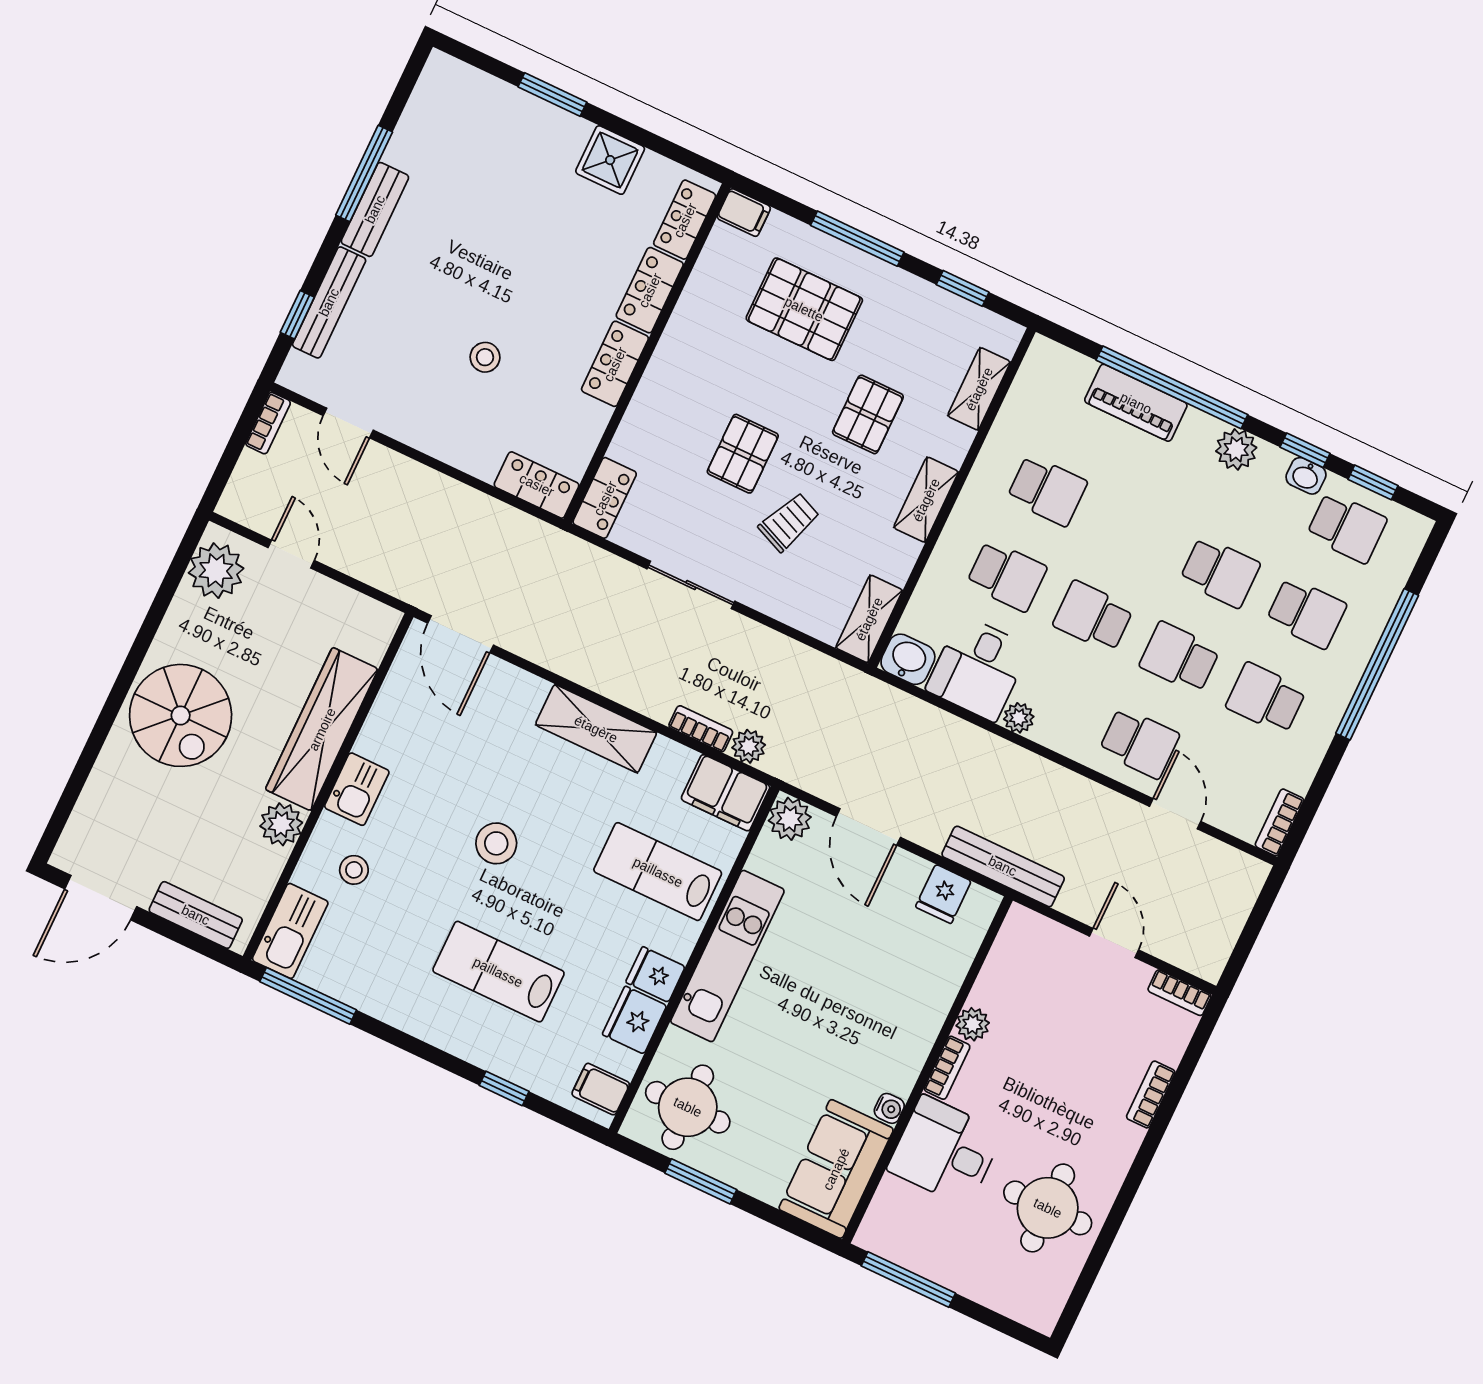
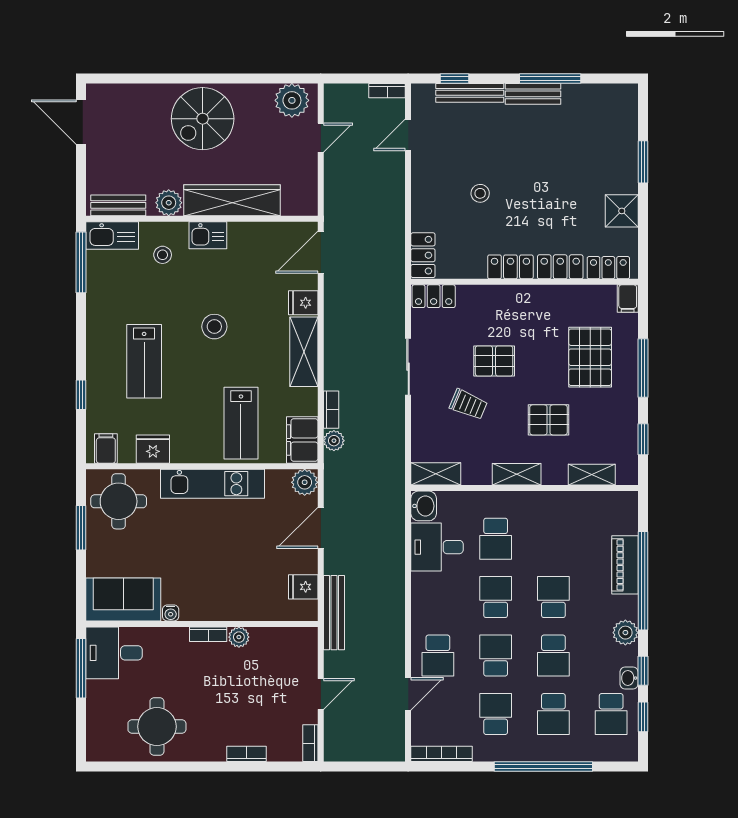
school desk: (1047, 490) -> (553, 597), moved, turned 180
plant: (1019, 718) -> (420, 582), removed
bookcase: (1279, 822) -> (442, 754), width x1.56
lab bench: (658, 872) -> (241, 423), turned 180
bench: (196, 915) -> (118, 205), moved, turned 90
lab bench: (498, 972) -> (144, 361), turned 180
fridge: (655, 974) -> (303, 303), moved, turned -90
desk: (945, 1151) -> (114, 653), moved, turned -90

